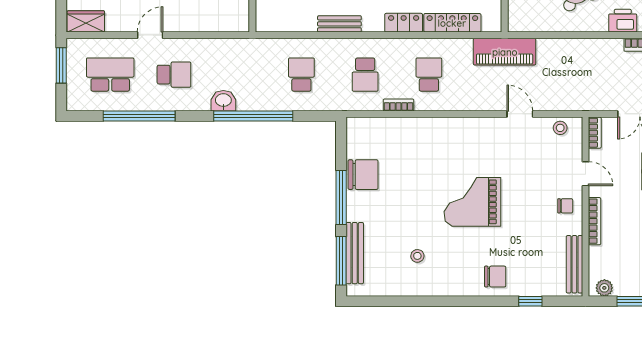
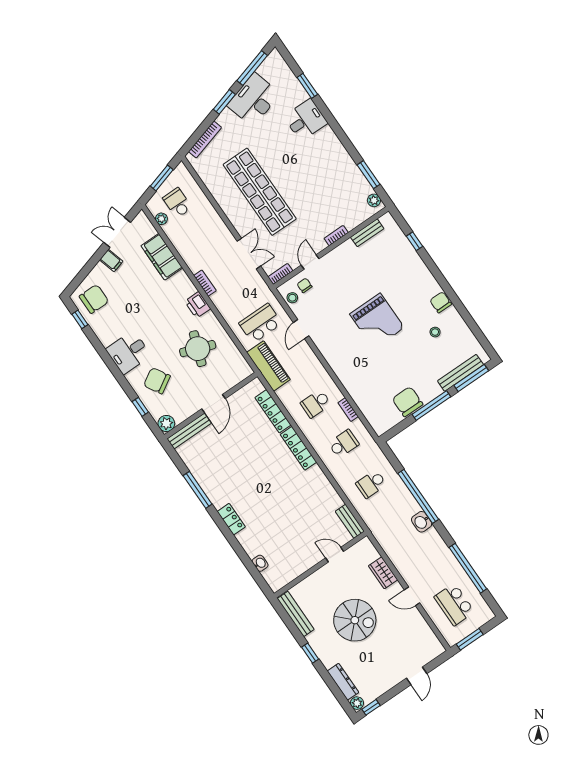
wardrobe: (86, 21) -> (383, 573), moved
locker: (404, 23) -> (298, 448), width x1.53
bench: (339, 24) -> (350, 521), moved
school desk: (174, 75) -> (260, 323), moved, width x1.85
chair: (565, 206) -> (305, 285), moved
bookcase: (595, 221) -> (336, 236), width x0.64
bench: (574, 264) -> (367, 233), width x0.73
chair: (495, 277) -> (441, 302), moved

